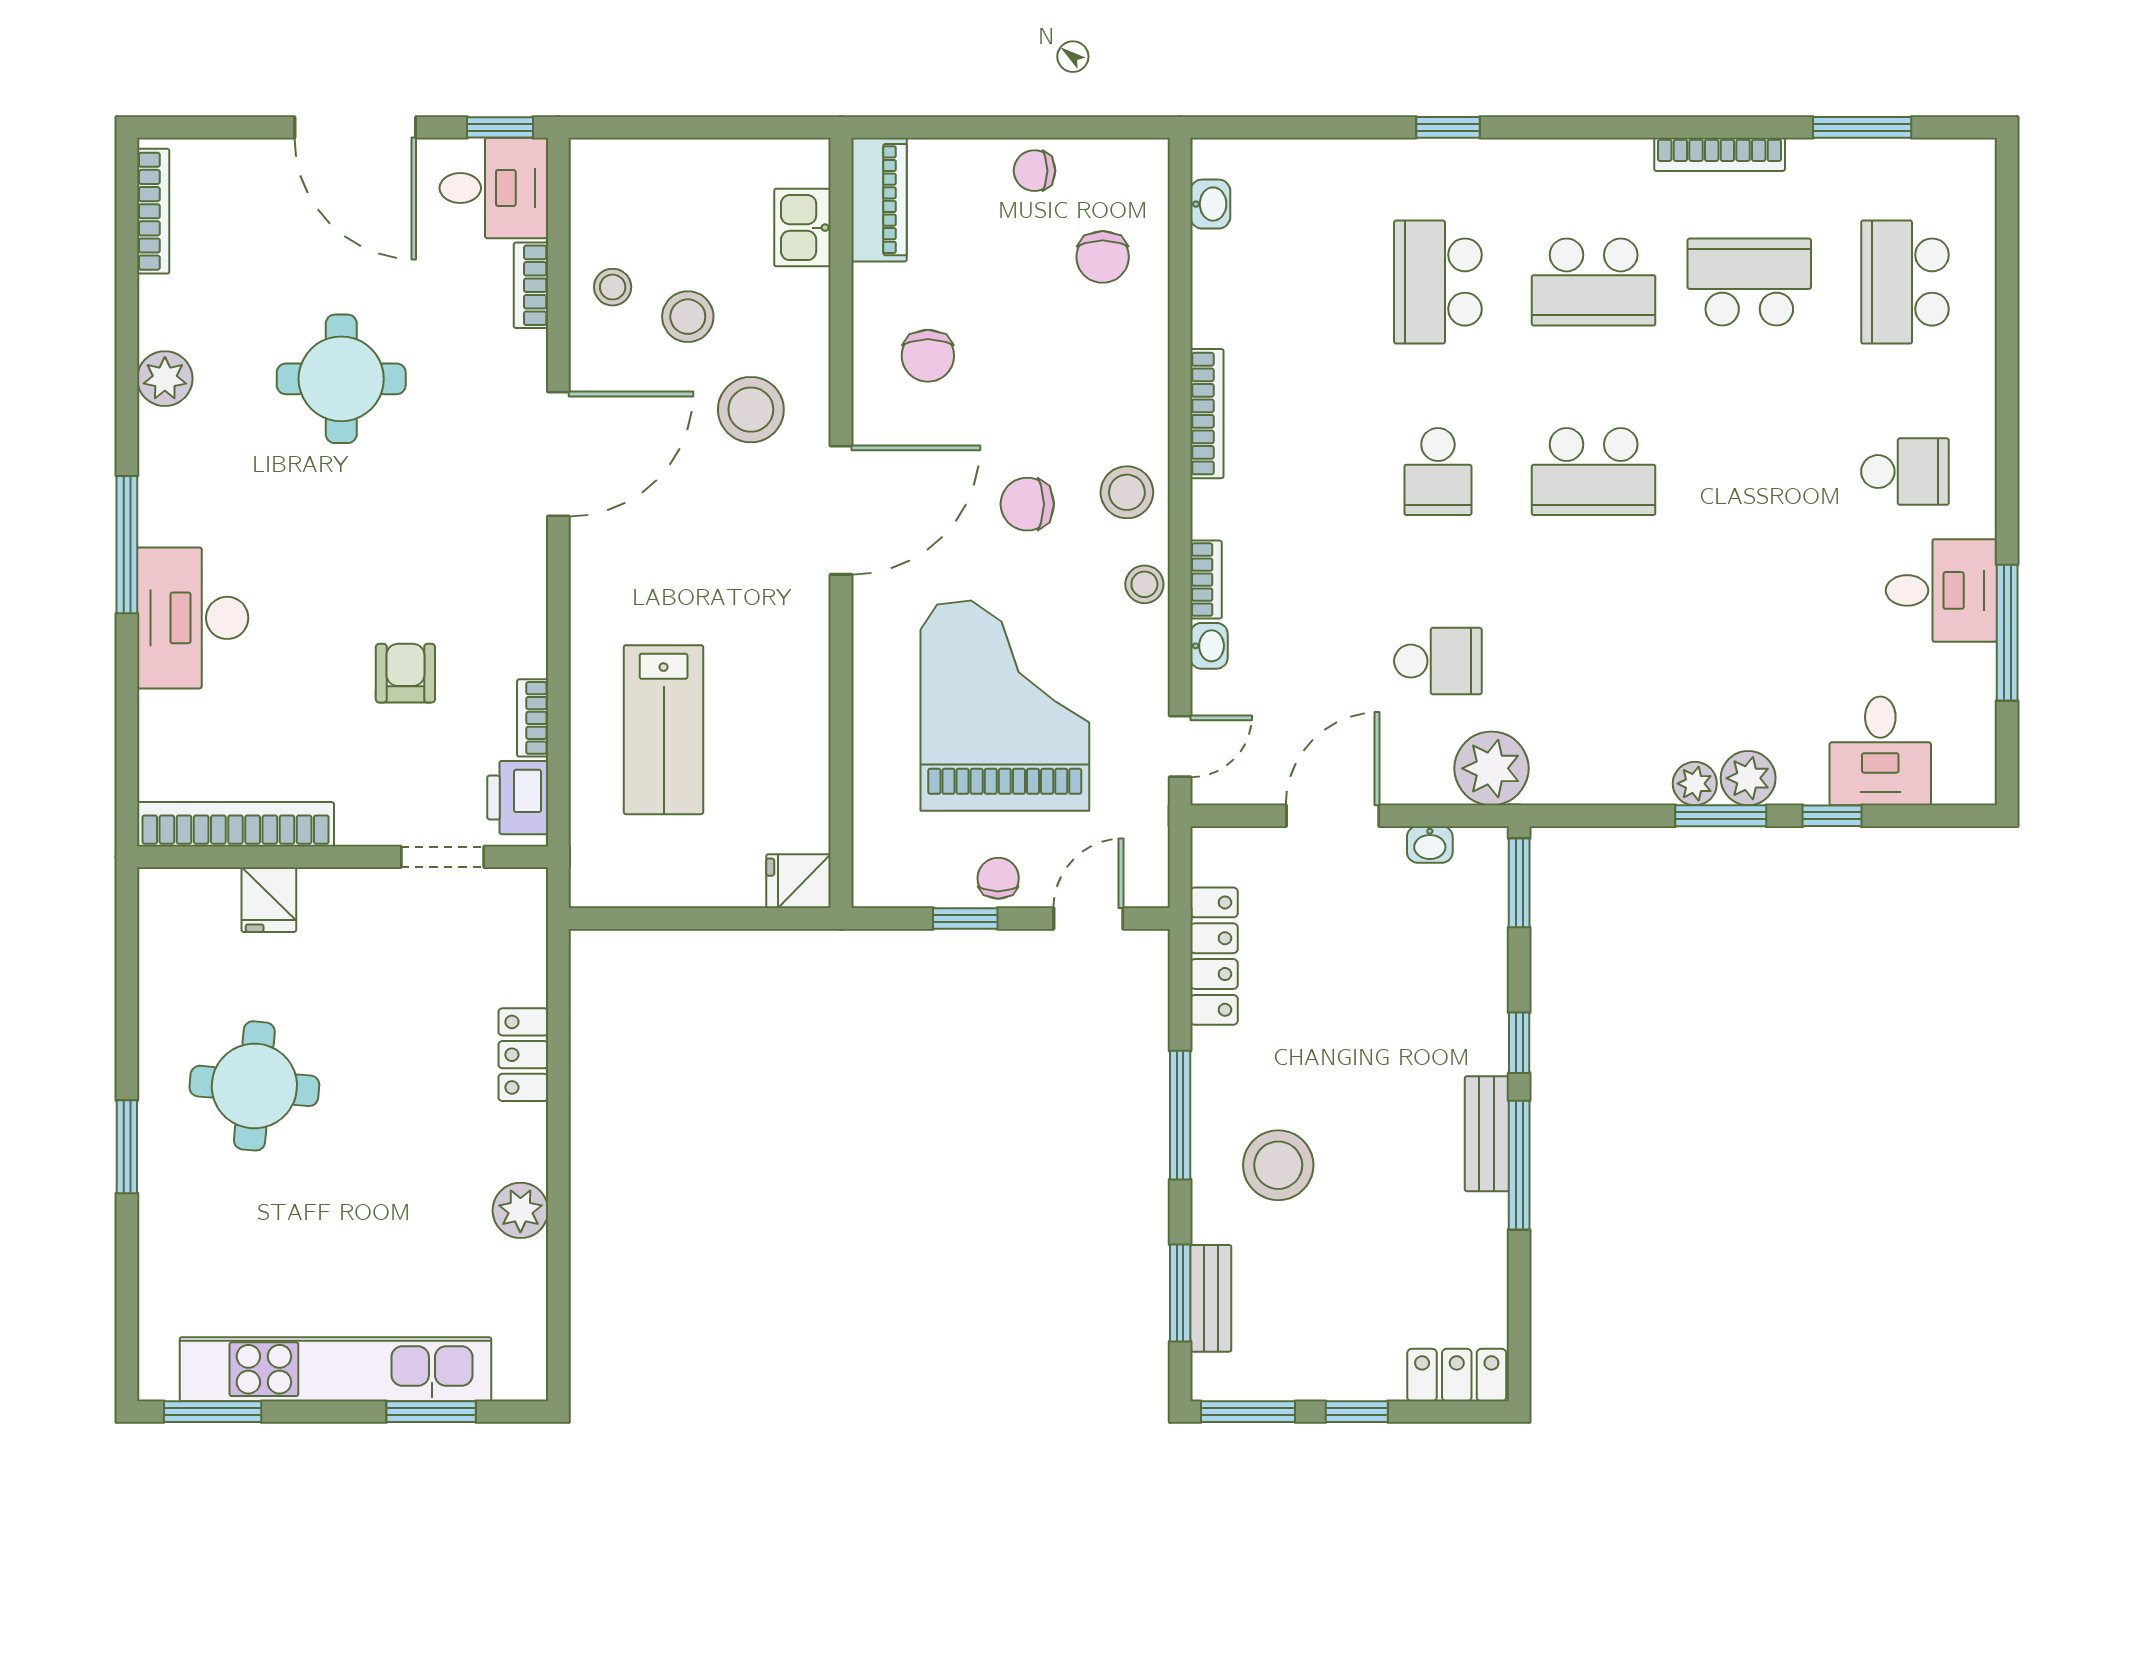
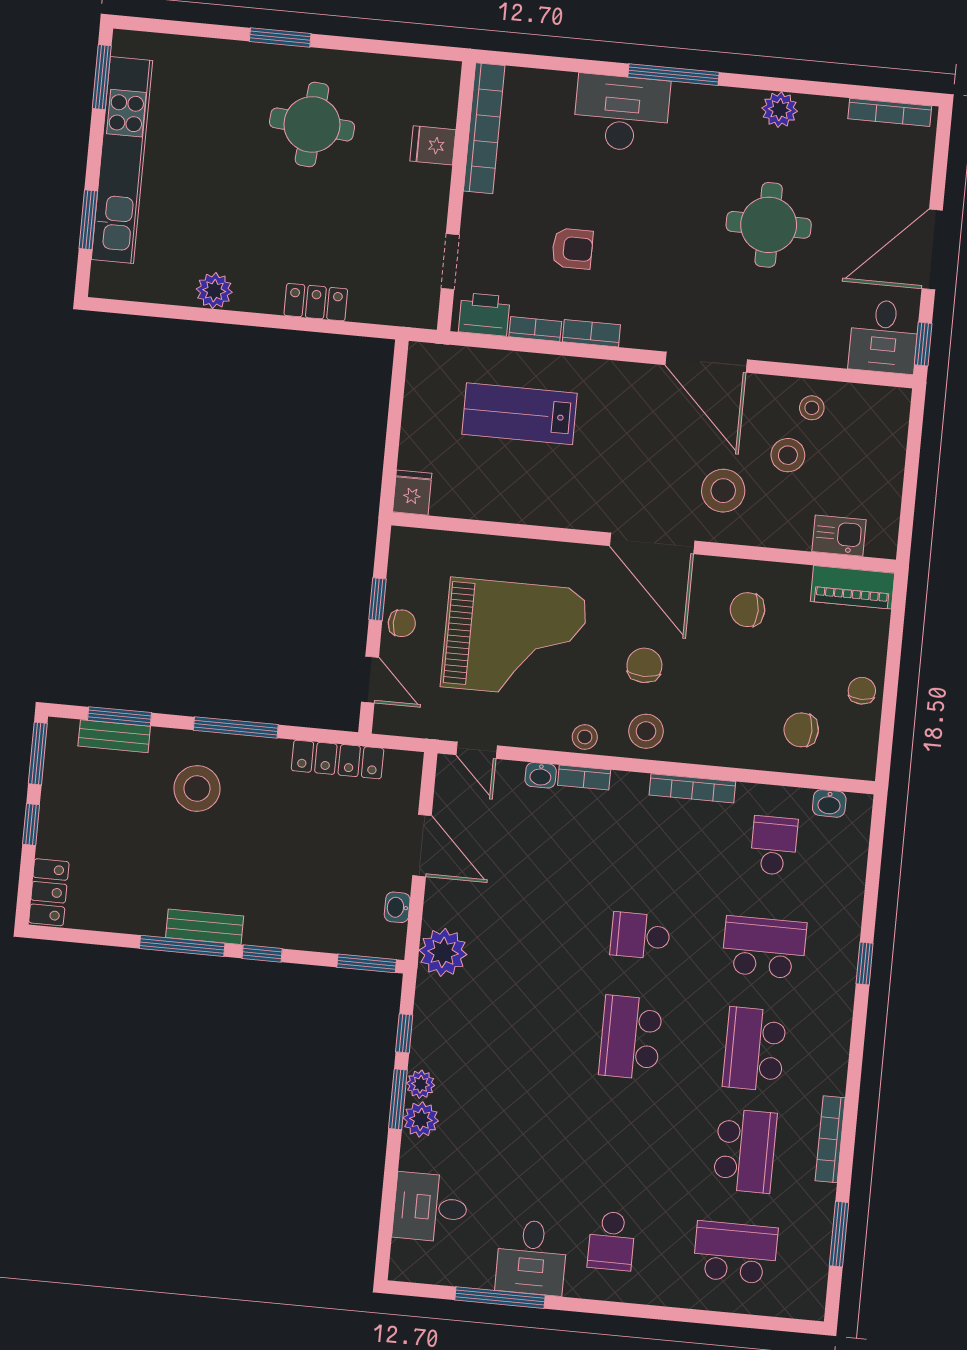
bookcase: (531, 285) -> (591, 333), moved
school desk: (1438, 661) -> (774, 846), moved, turned 180
window: (1832, 816) -> (404, 1033), moved

